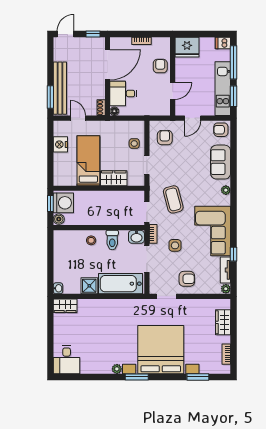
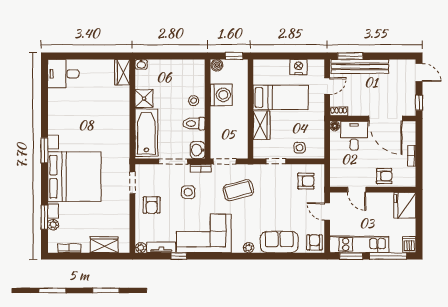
washing machine: (63, 203) -> (221, 95), moved, turned -90
plant: (117, 369) -> (53, 225), moved

